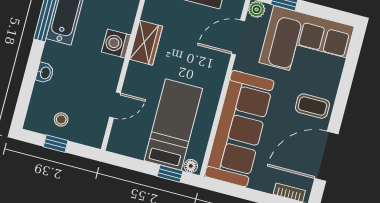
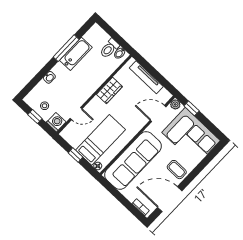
washing machine: (116, 43) -> (56, 122), moved, turned 90
window: (170, 174) -> (75, 155), moved

